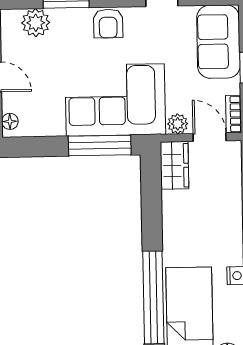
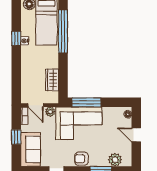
armchair: (108, 24) -> (81, 159), turned -90
wardrobe: (174, 165) -> (52, 80), moved

